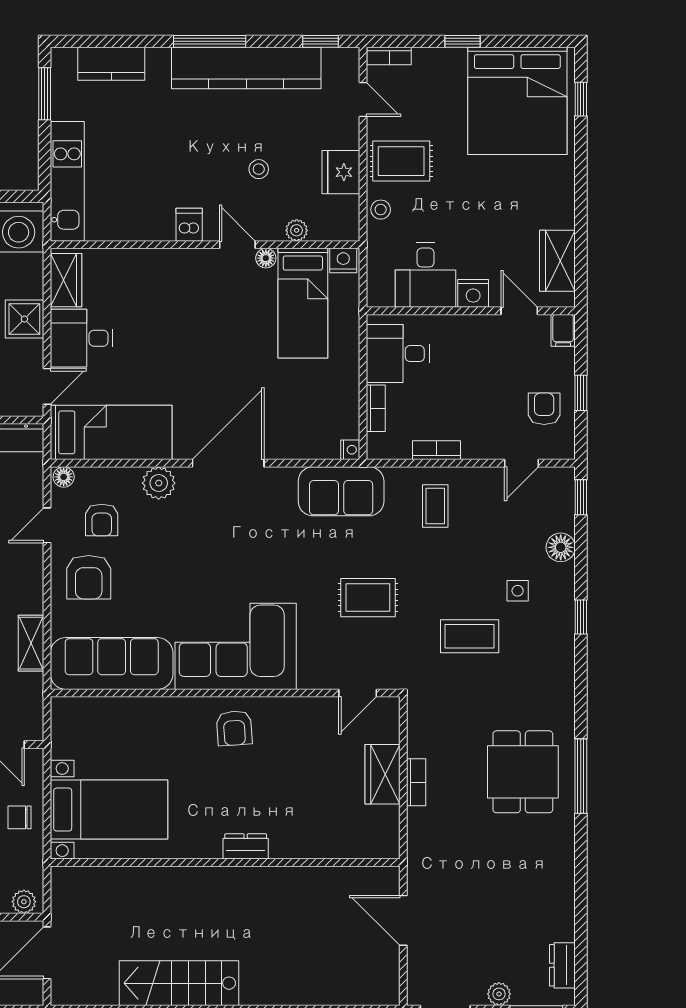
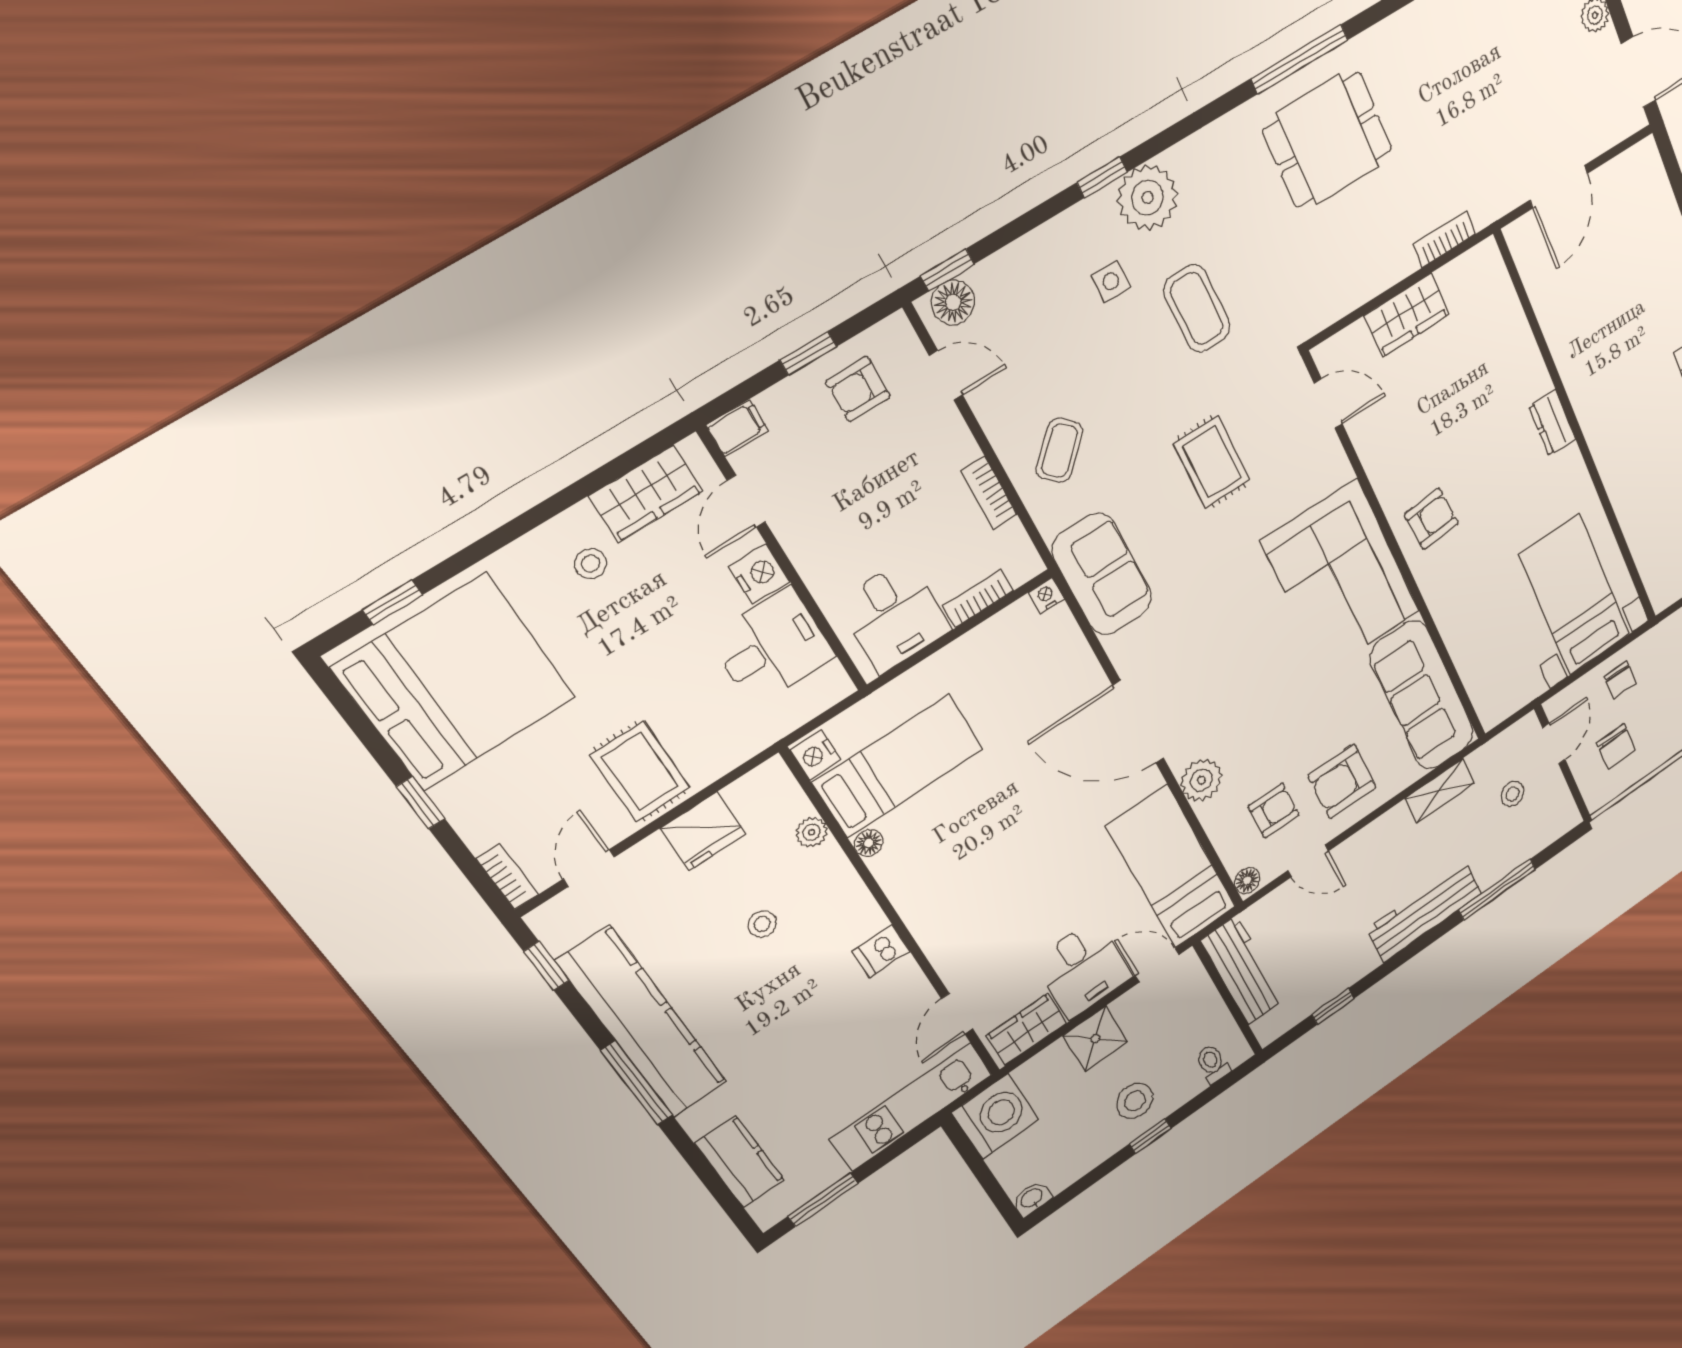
stool: (381, 210) -> (591, 564), moved
door: (237, 245) -> (957, 1014), moved
coffee table: (435, 506) -> (1059, 450), turned -45
floor lamp: (561, 547) -> (953, 302), moved
armchair: (89, 577) -> (1342, 781), turned 180
plant: (554, 639) -> (1148, 197), added
bookcase: (416, 782) -> (1444, 239), moved

